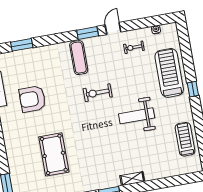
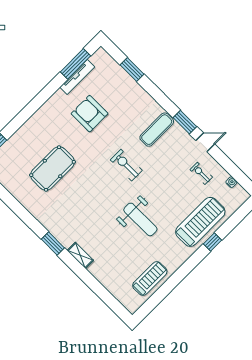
window: (193, 89) -> (213, 242), moved
exercise bike: (98, 93) -> (126, 165), moved
weight bench: (137, 116) -> (140, 219), turned 180

